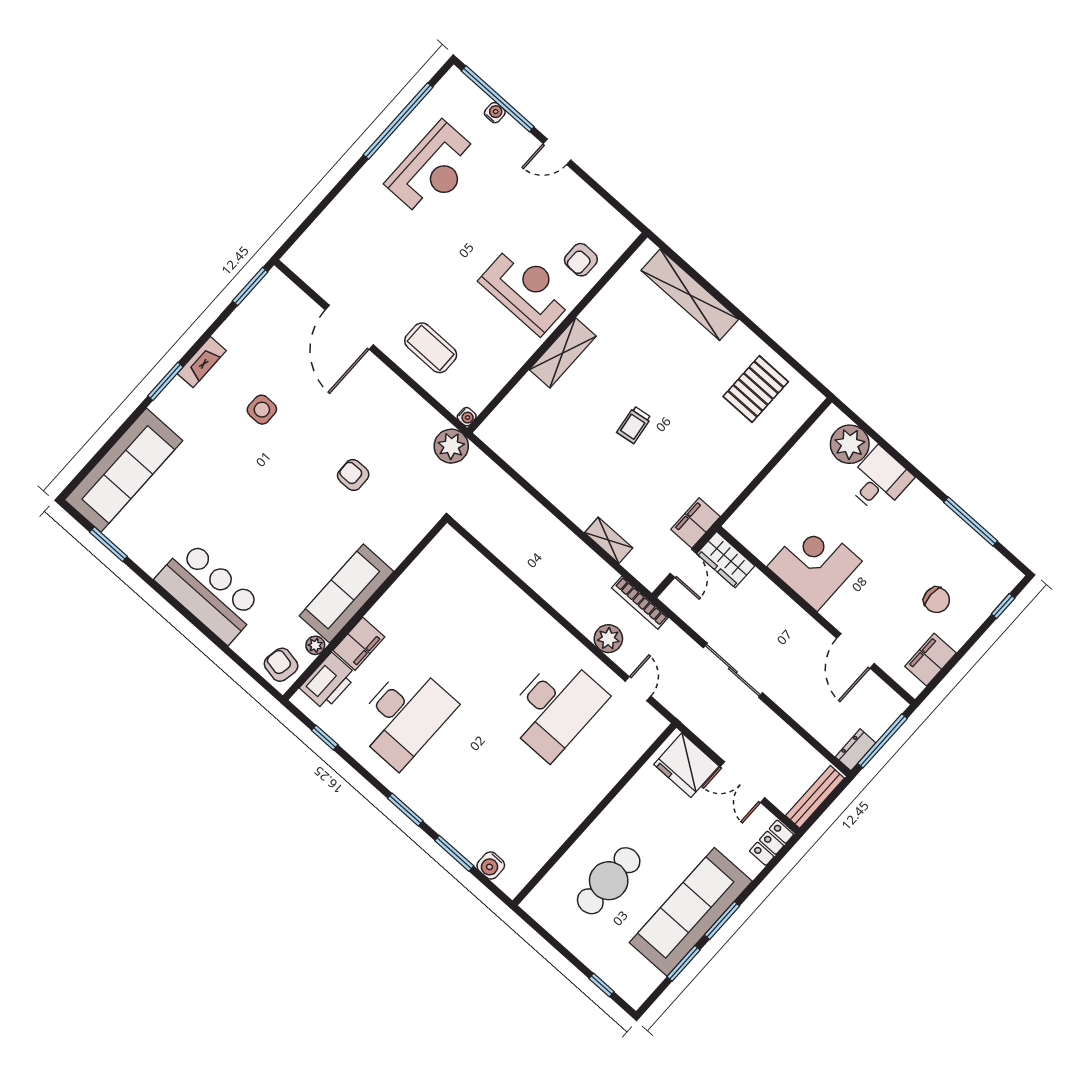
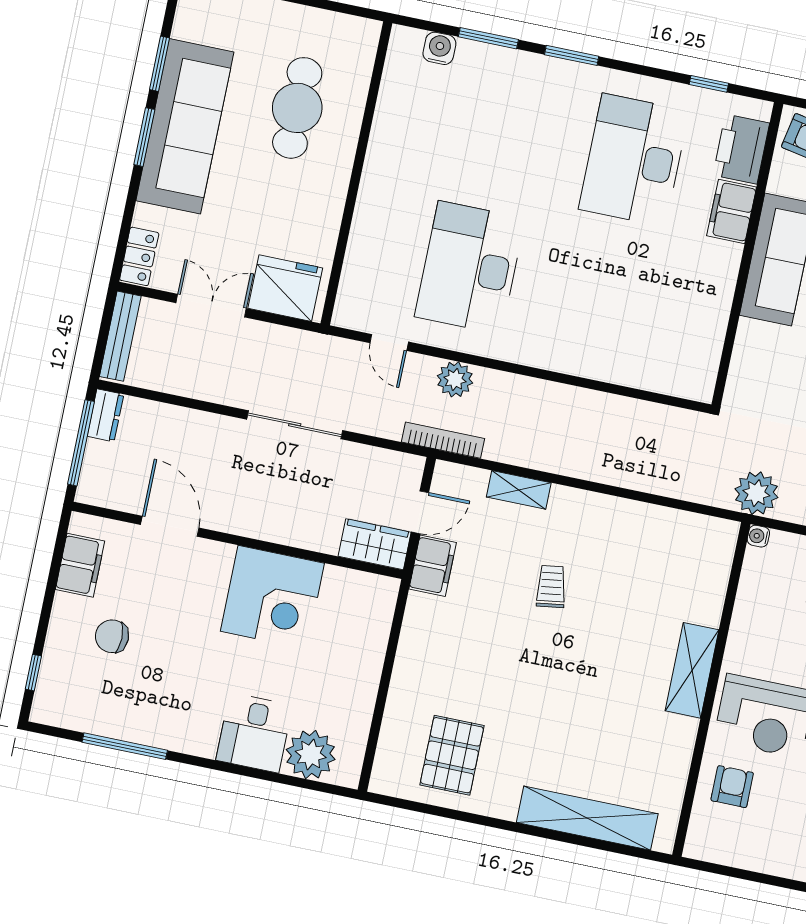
trolley: (634, 425) -> (551, 587), moved
door: (683, 563) -> (420, 512), swing flipped
plant: (315, 645) -> (779, 181), removed

